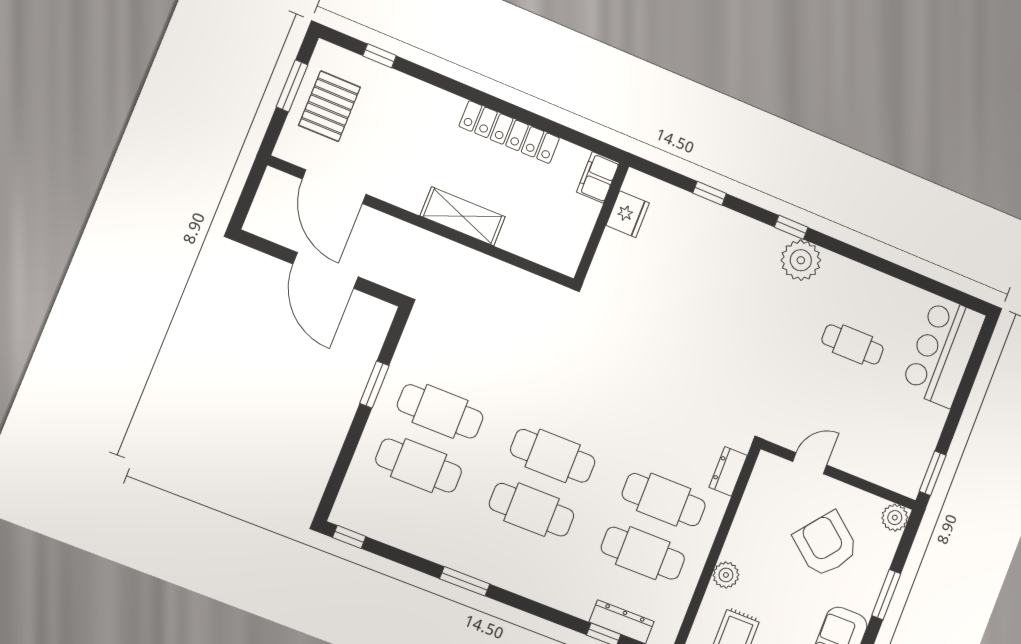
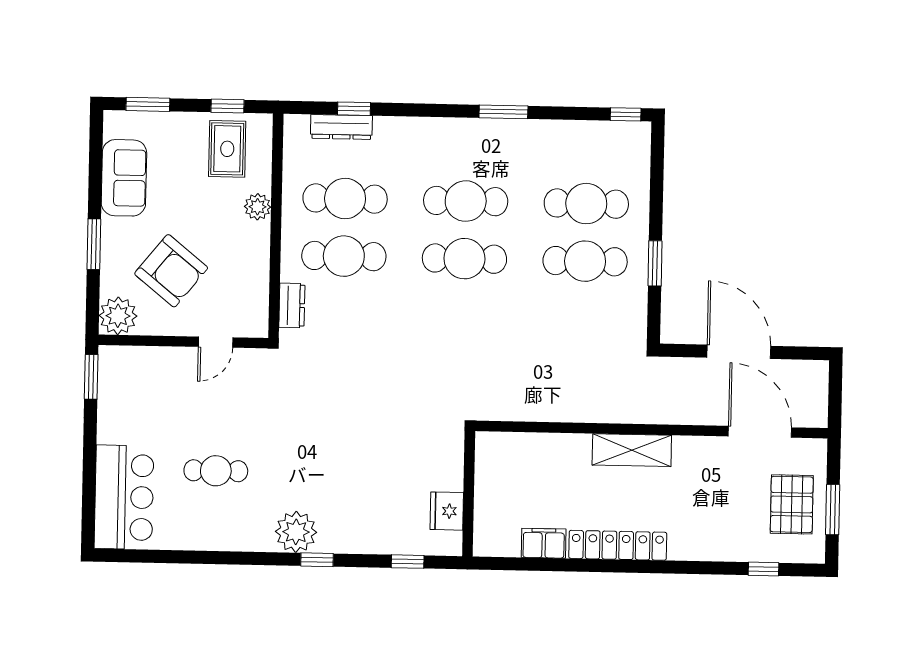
filing cabinet: (598, 177) -> (544, 543), moved, turned -90
fridge: (628, 214) -> (447, 511), moved
wall: (601, 222) -> (469, 494), moved
plant: (895, 518) -> (118, 316), width x1.36, depth x1.36

